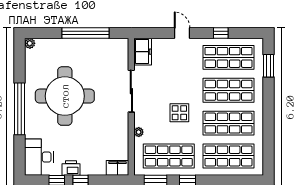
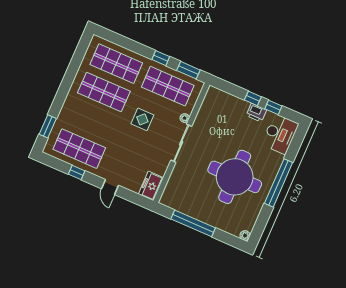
shop shelf: (229, 90) -> (92, 120), removed
sliding door: (131, 91) -> (181, 143), moved
filing cabinet: (118, 168) -> (216, 95), removed

